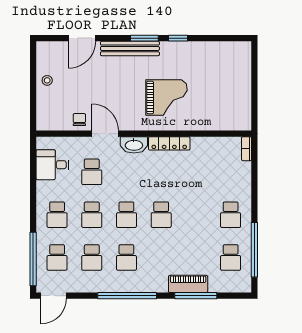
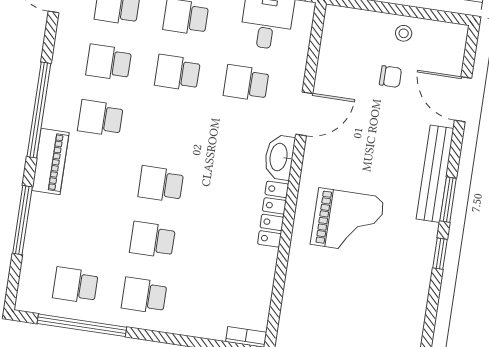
grand piano: (167, 98) -> (347, 221), turned -90
chair: (79, 120) -> (390, 77), moved
school desk: (126, 215) -> (152, 240), moved
piano: (188, 284) -> (50, 161), moved

